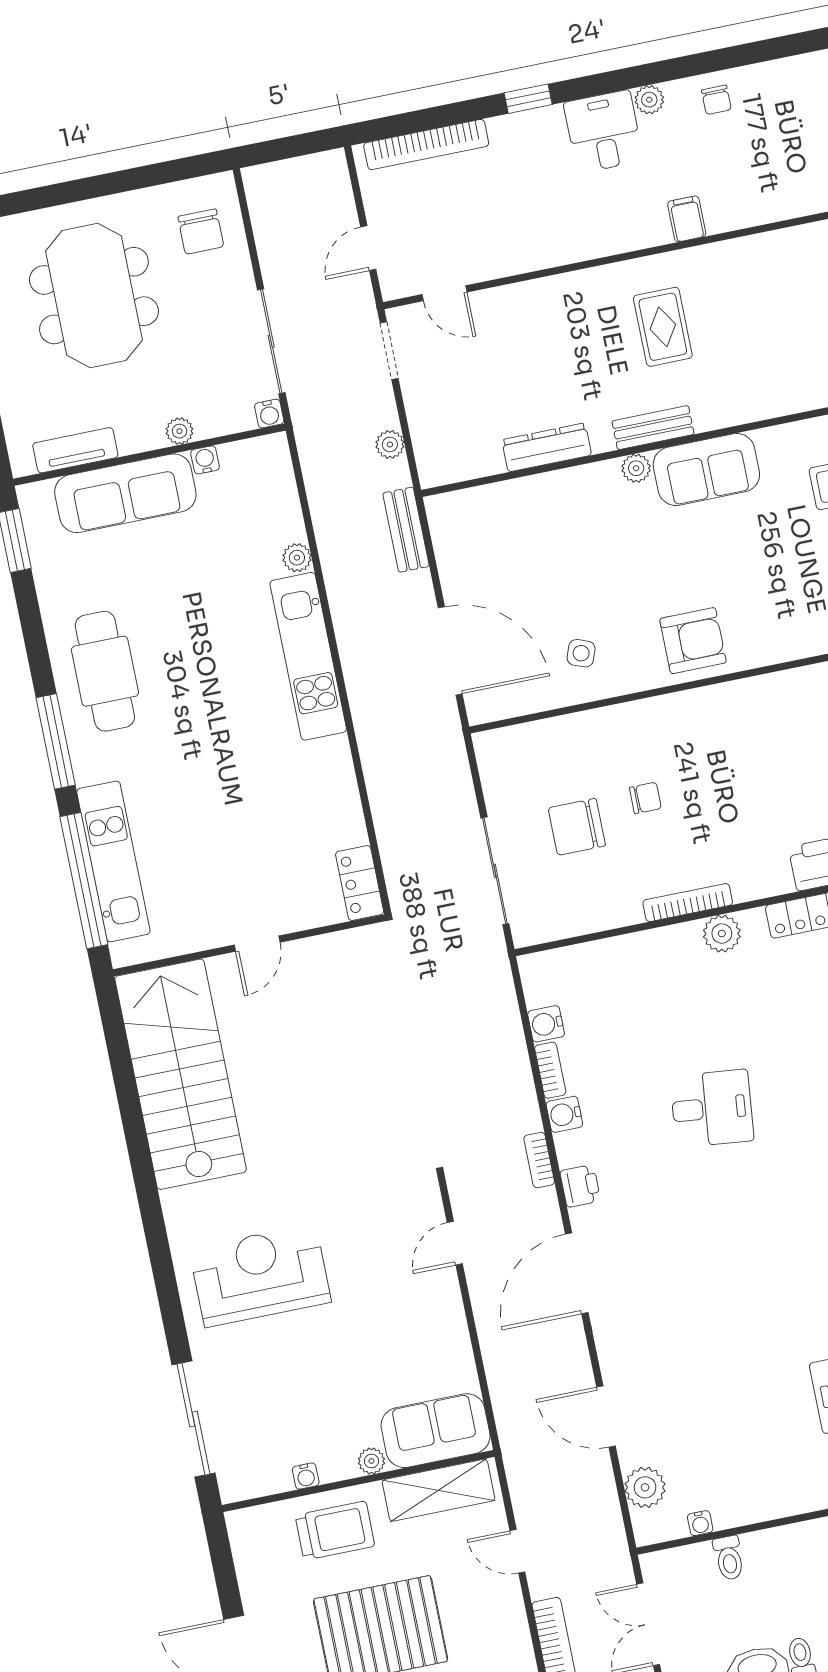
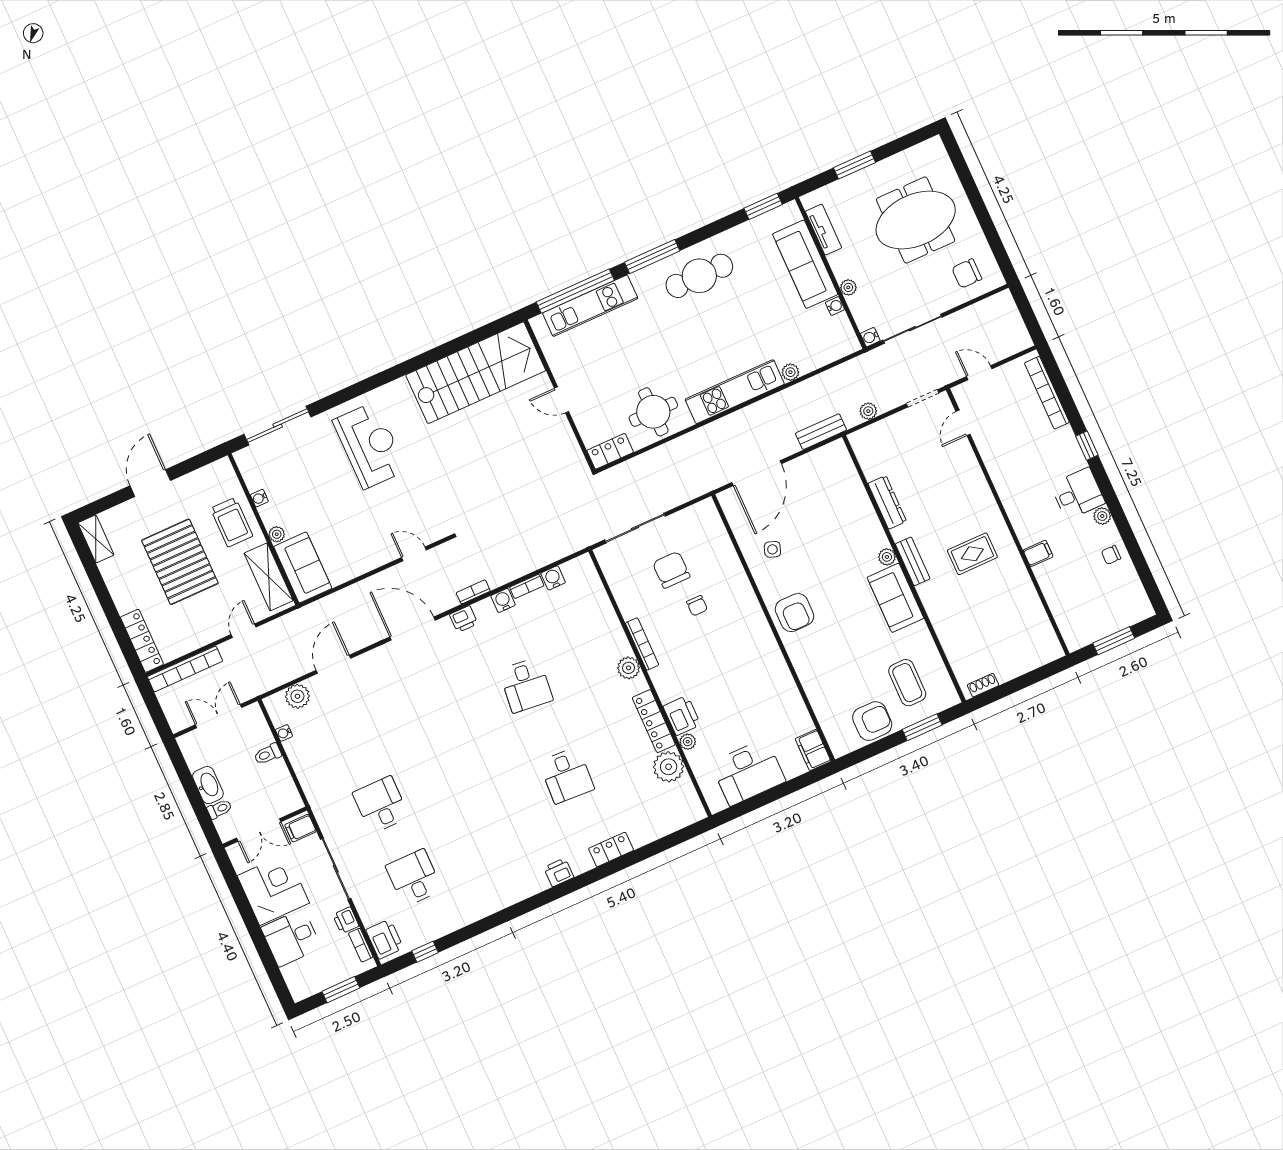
round table: (311, 797) -> (653, 412), added

